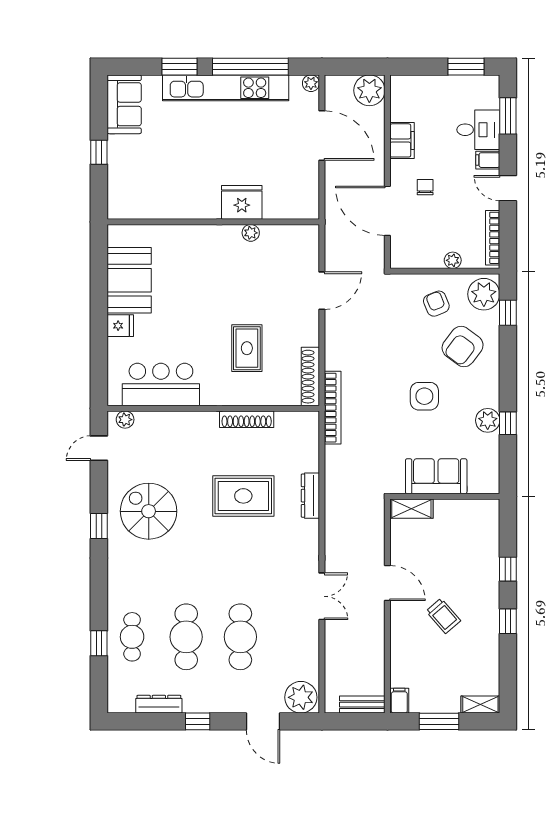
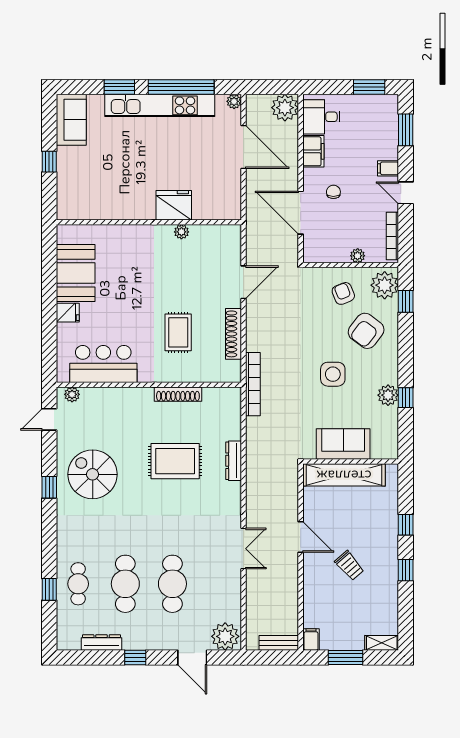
desk: (478, 130) -> (321, 117), moved, turned 180
shoe rack: (310, 377) -> (233, 334), moved
shelving: (411, 509) -> (344, 475), width x2.20, depth x1.33

